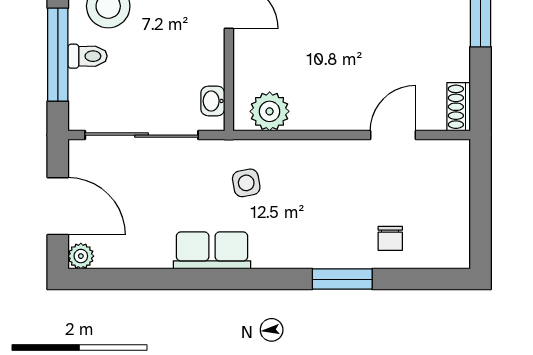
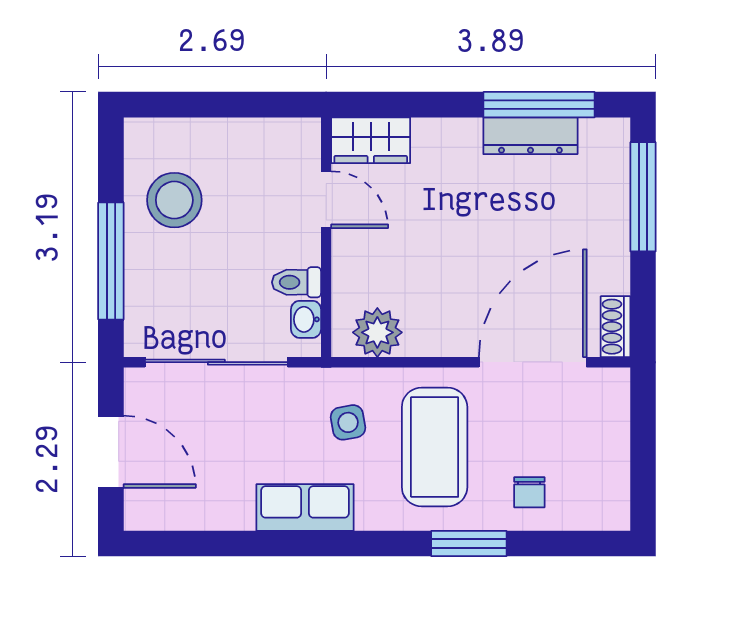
toilet: (87, 56) -> (296, 282), moved, turned 180
door: (393, 135) -> (533, 362), width x1.88
coffee table: (315, 202) -> (435, 447), added
plant: (81, 256) -> (140, 514), removed

